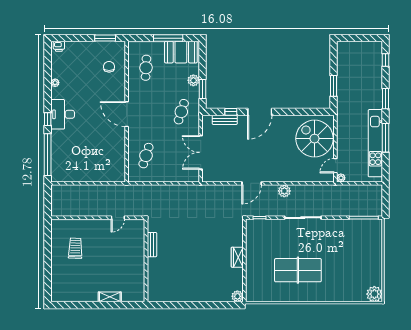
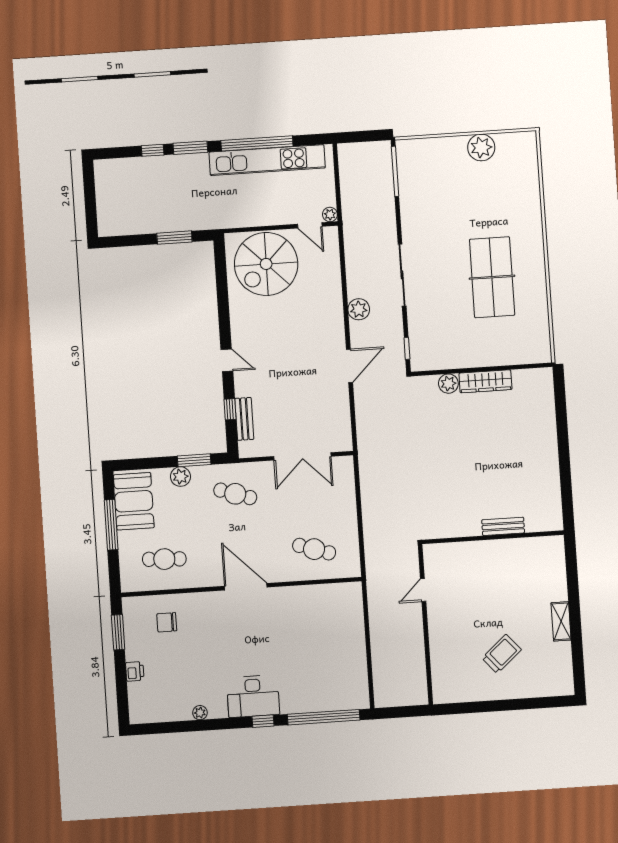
printer: (59, 46) -> (135, 671), moved
window: (386, 60) -> (153, 150), moved
door: (260, 112) -> (227, 360), width x0.53
door: (127, 114) -> (246, 587), swing flipped
window: (386, 138) -> (257, 143), width x1.46
door: (252, 183) -> (350, 366), hinge flipped
door: (118, 218) -> (423, 590), swing flipped
bench: (152, 245) -> (503, 526), moved
trolley: (75, 248) -> (502, 654), moved, turned 137
wardrobe: (237, 257) -> (485, 381), width x1.50
plant: (374, 294) -> (481, 148), moved
plant: (237, 296) -> (448, 384), moved
shelving: (110, 297) -> (561, 621), moved

